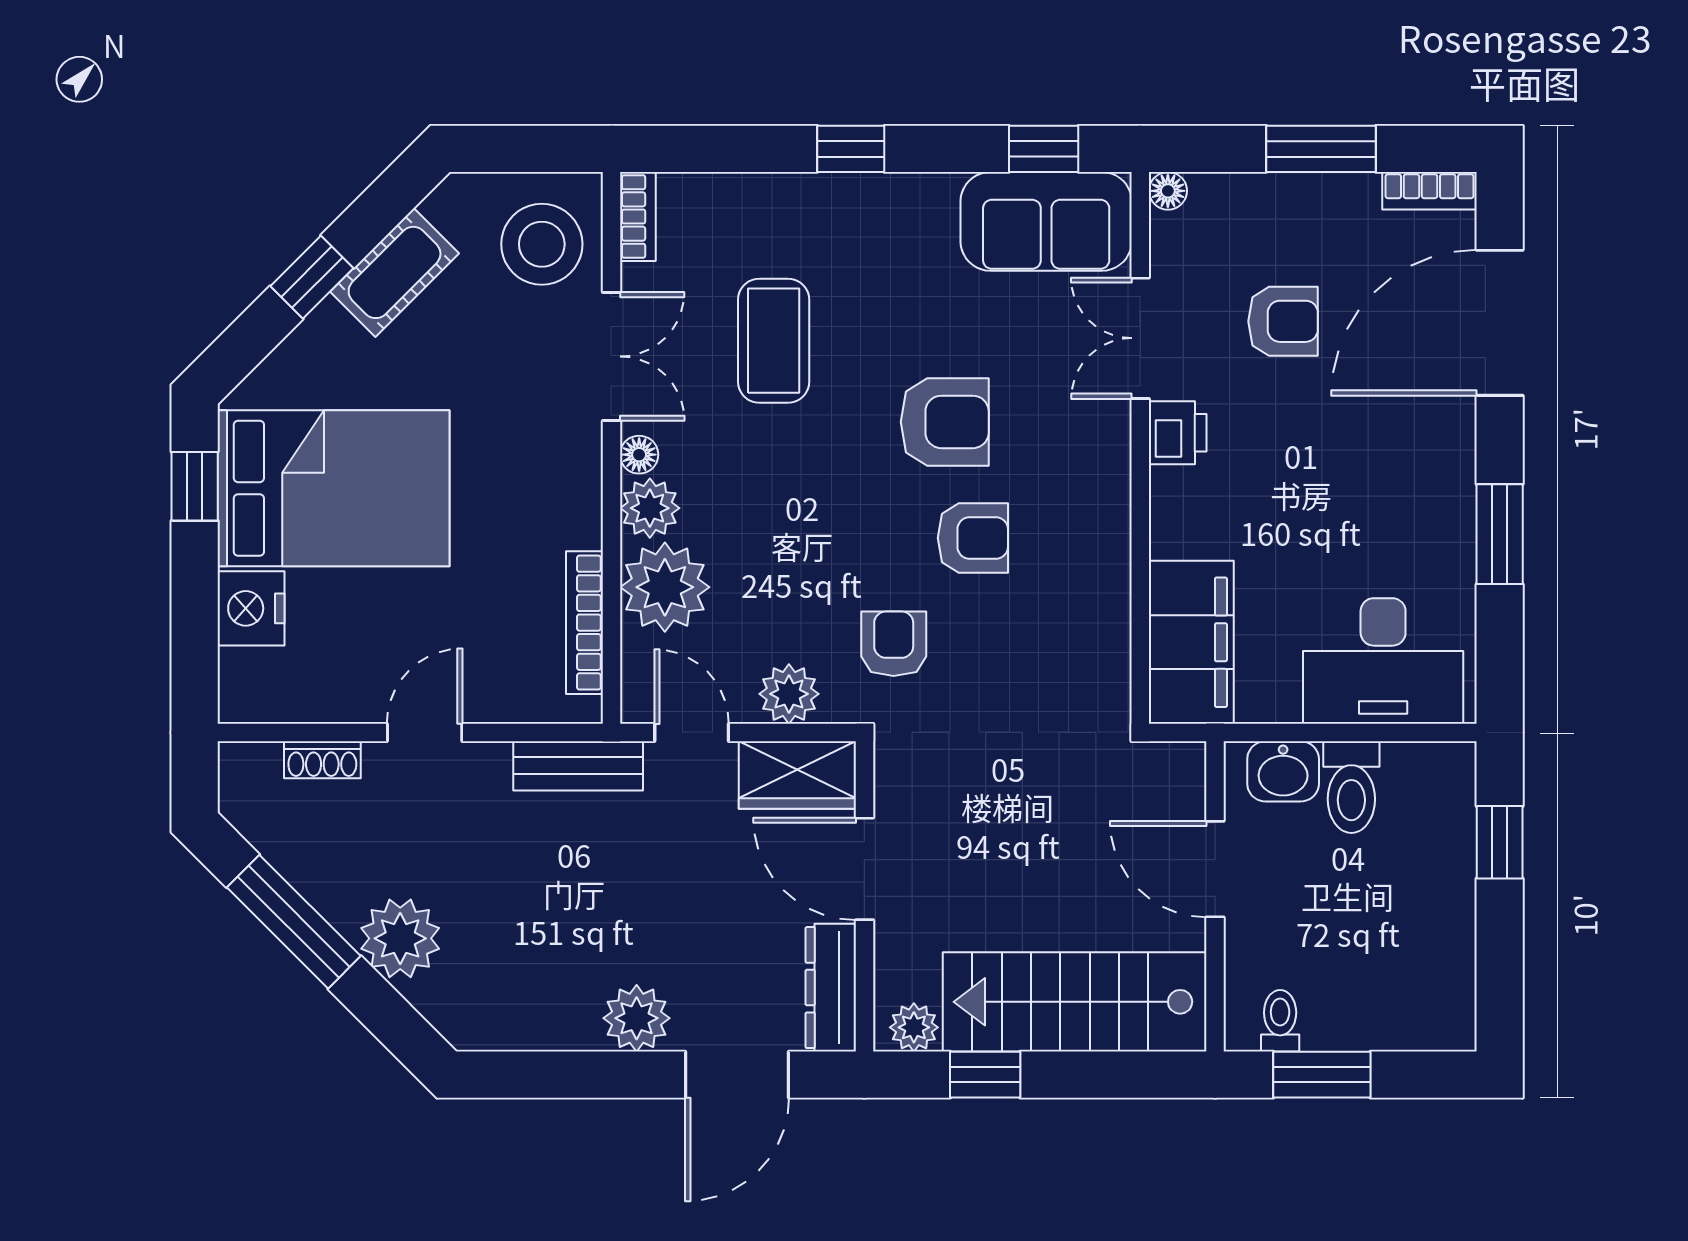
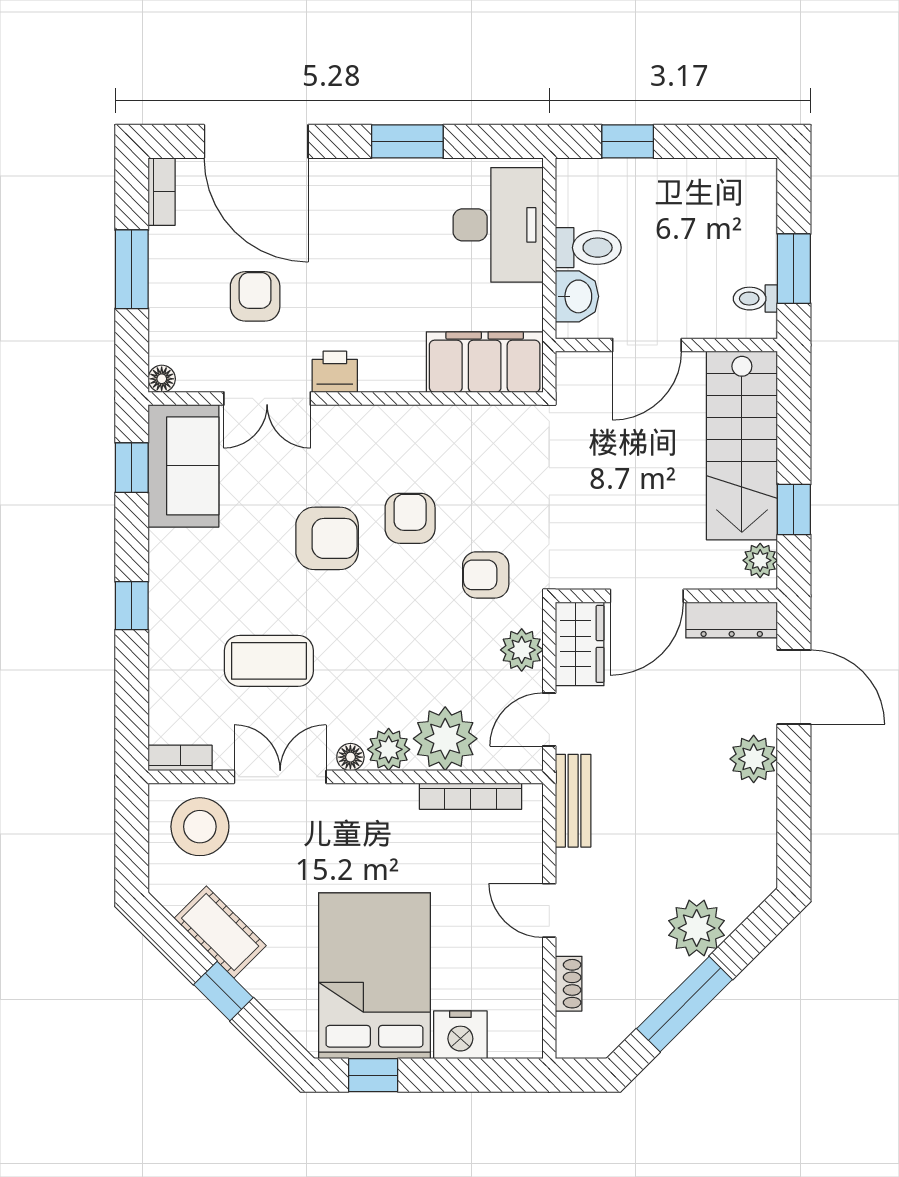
armchair: (945, 422) -> (327, 538), turned 90

